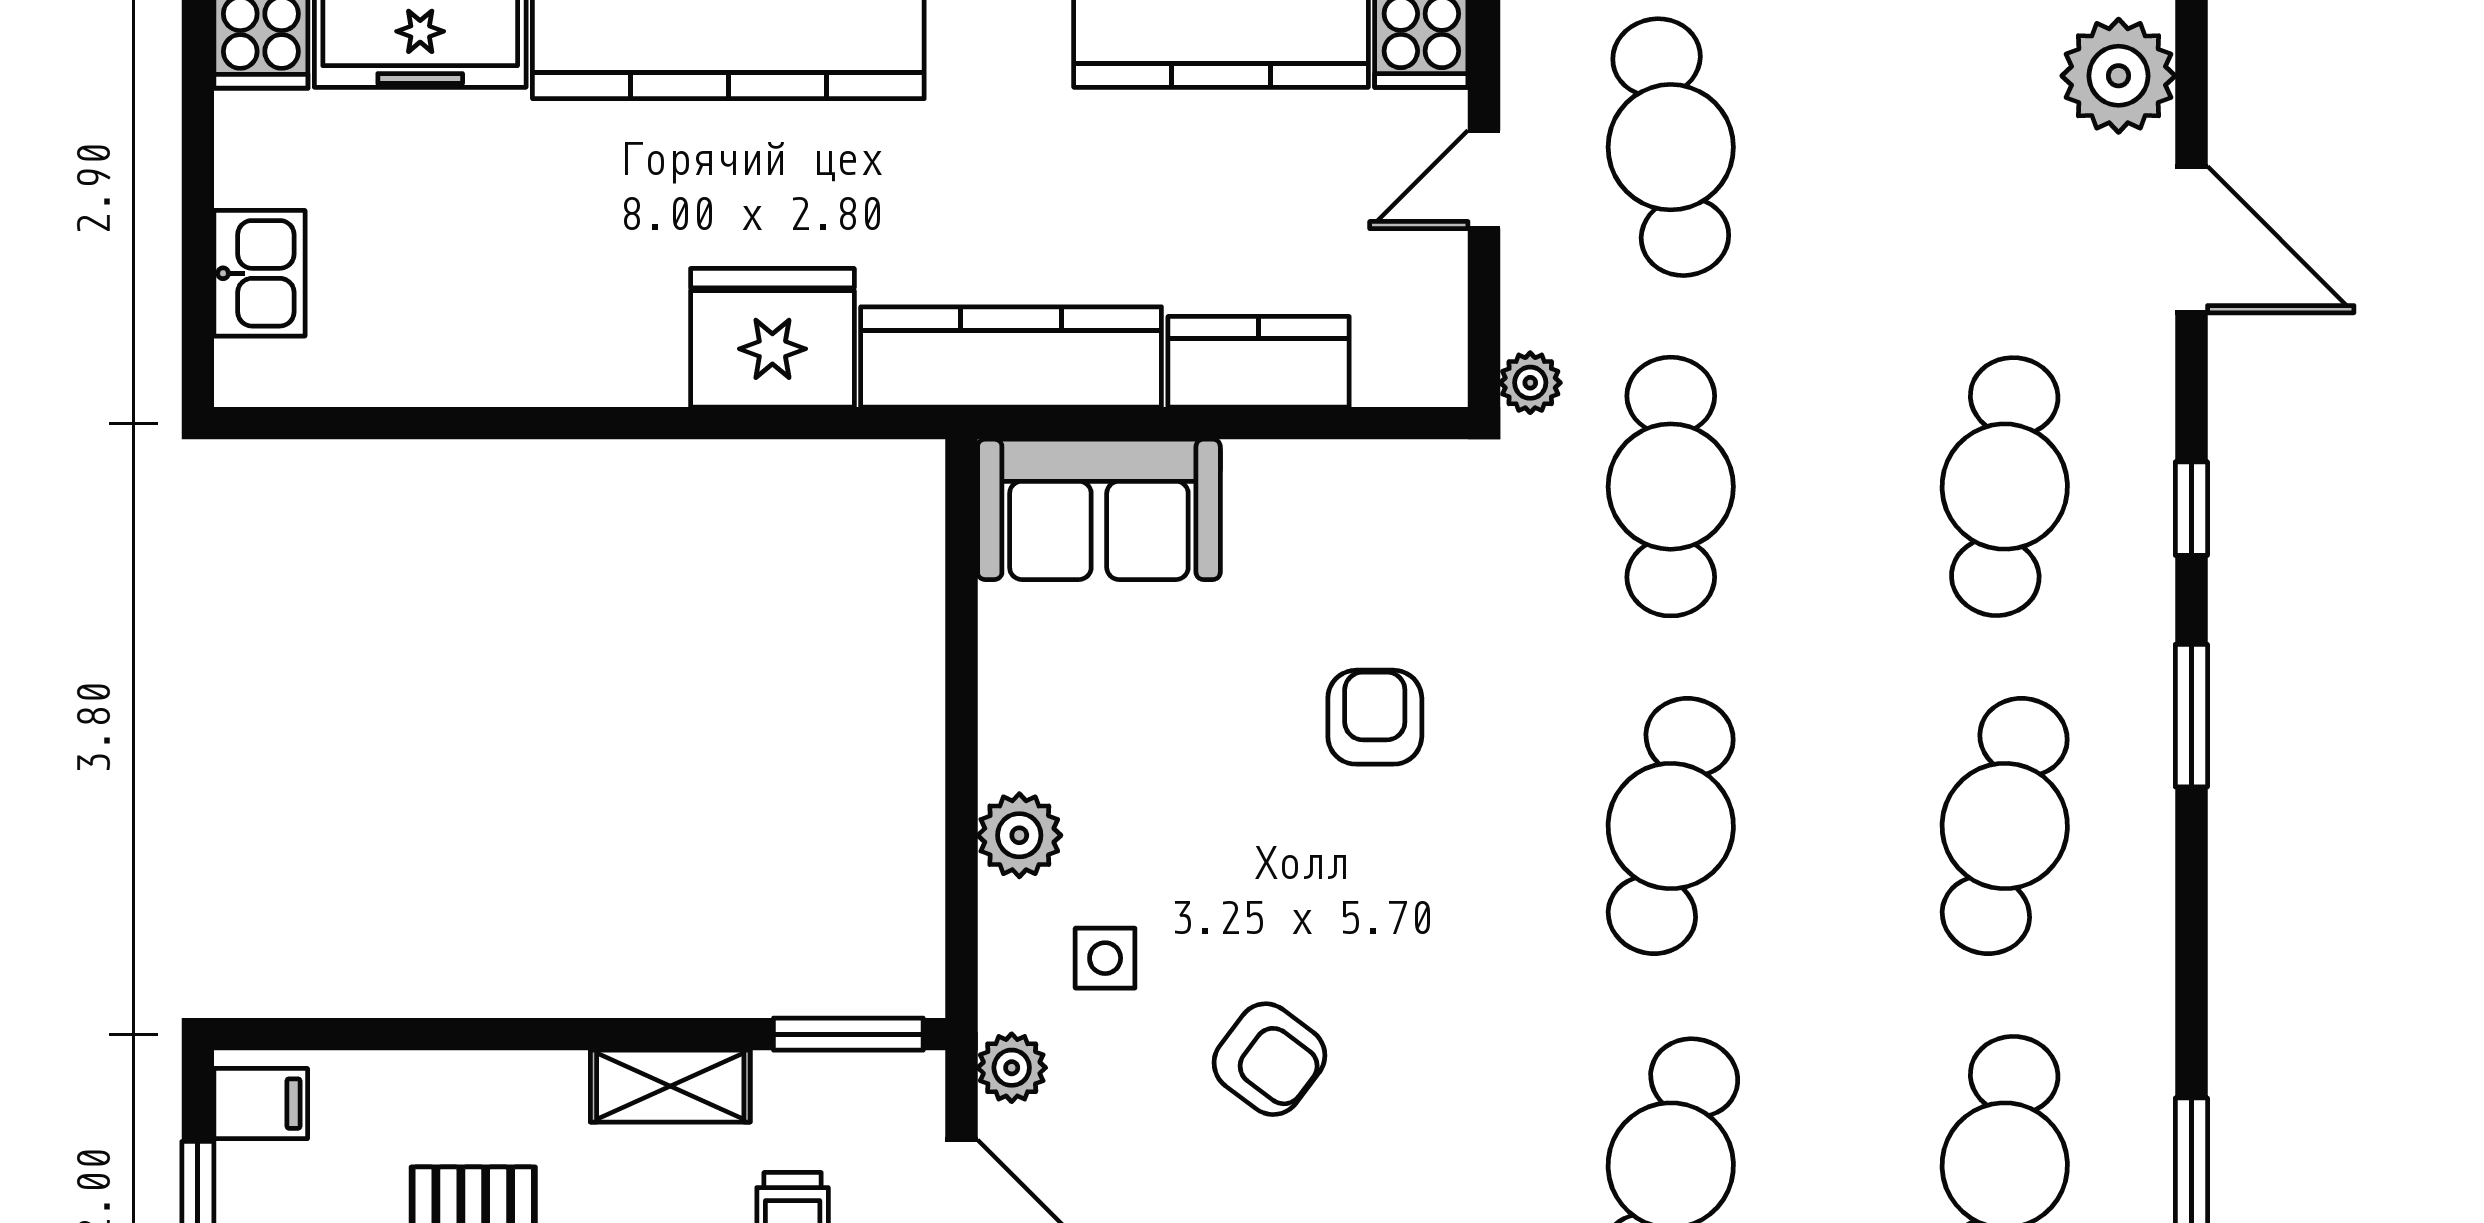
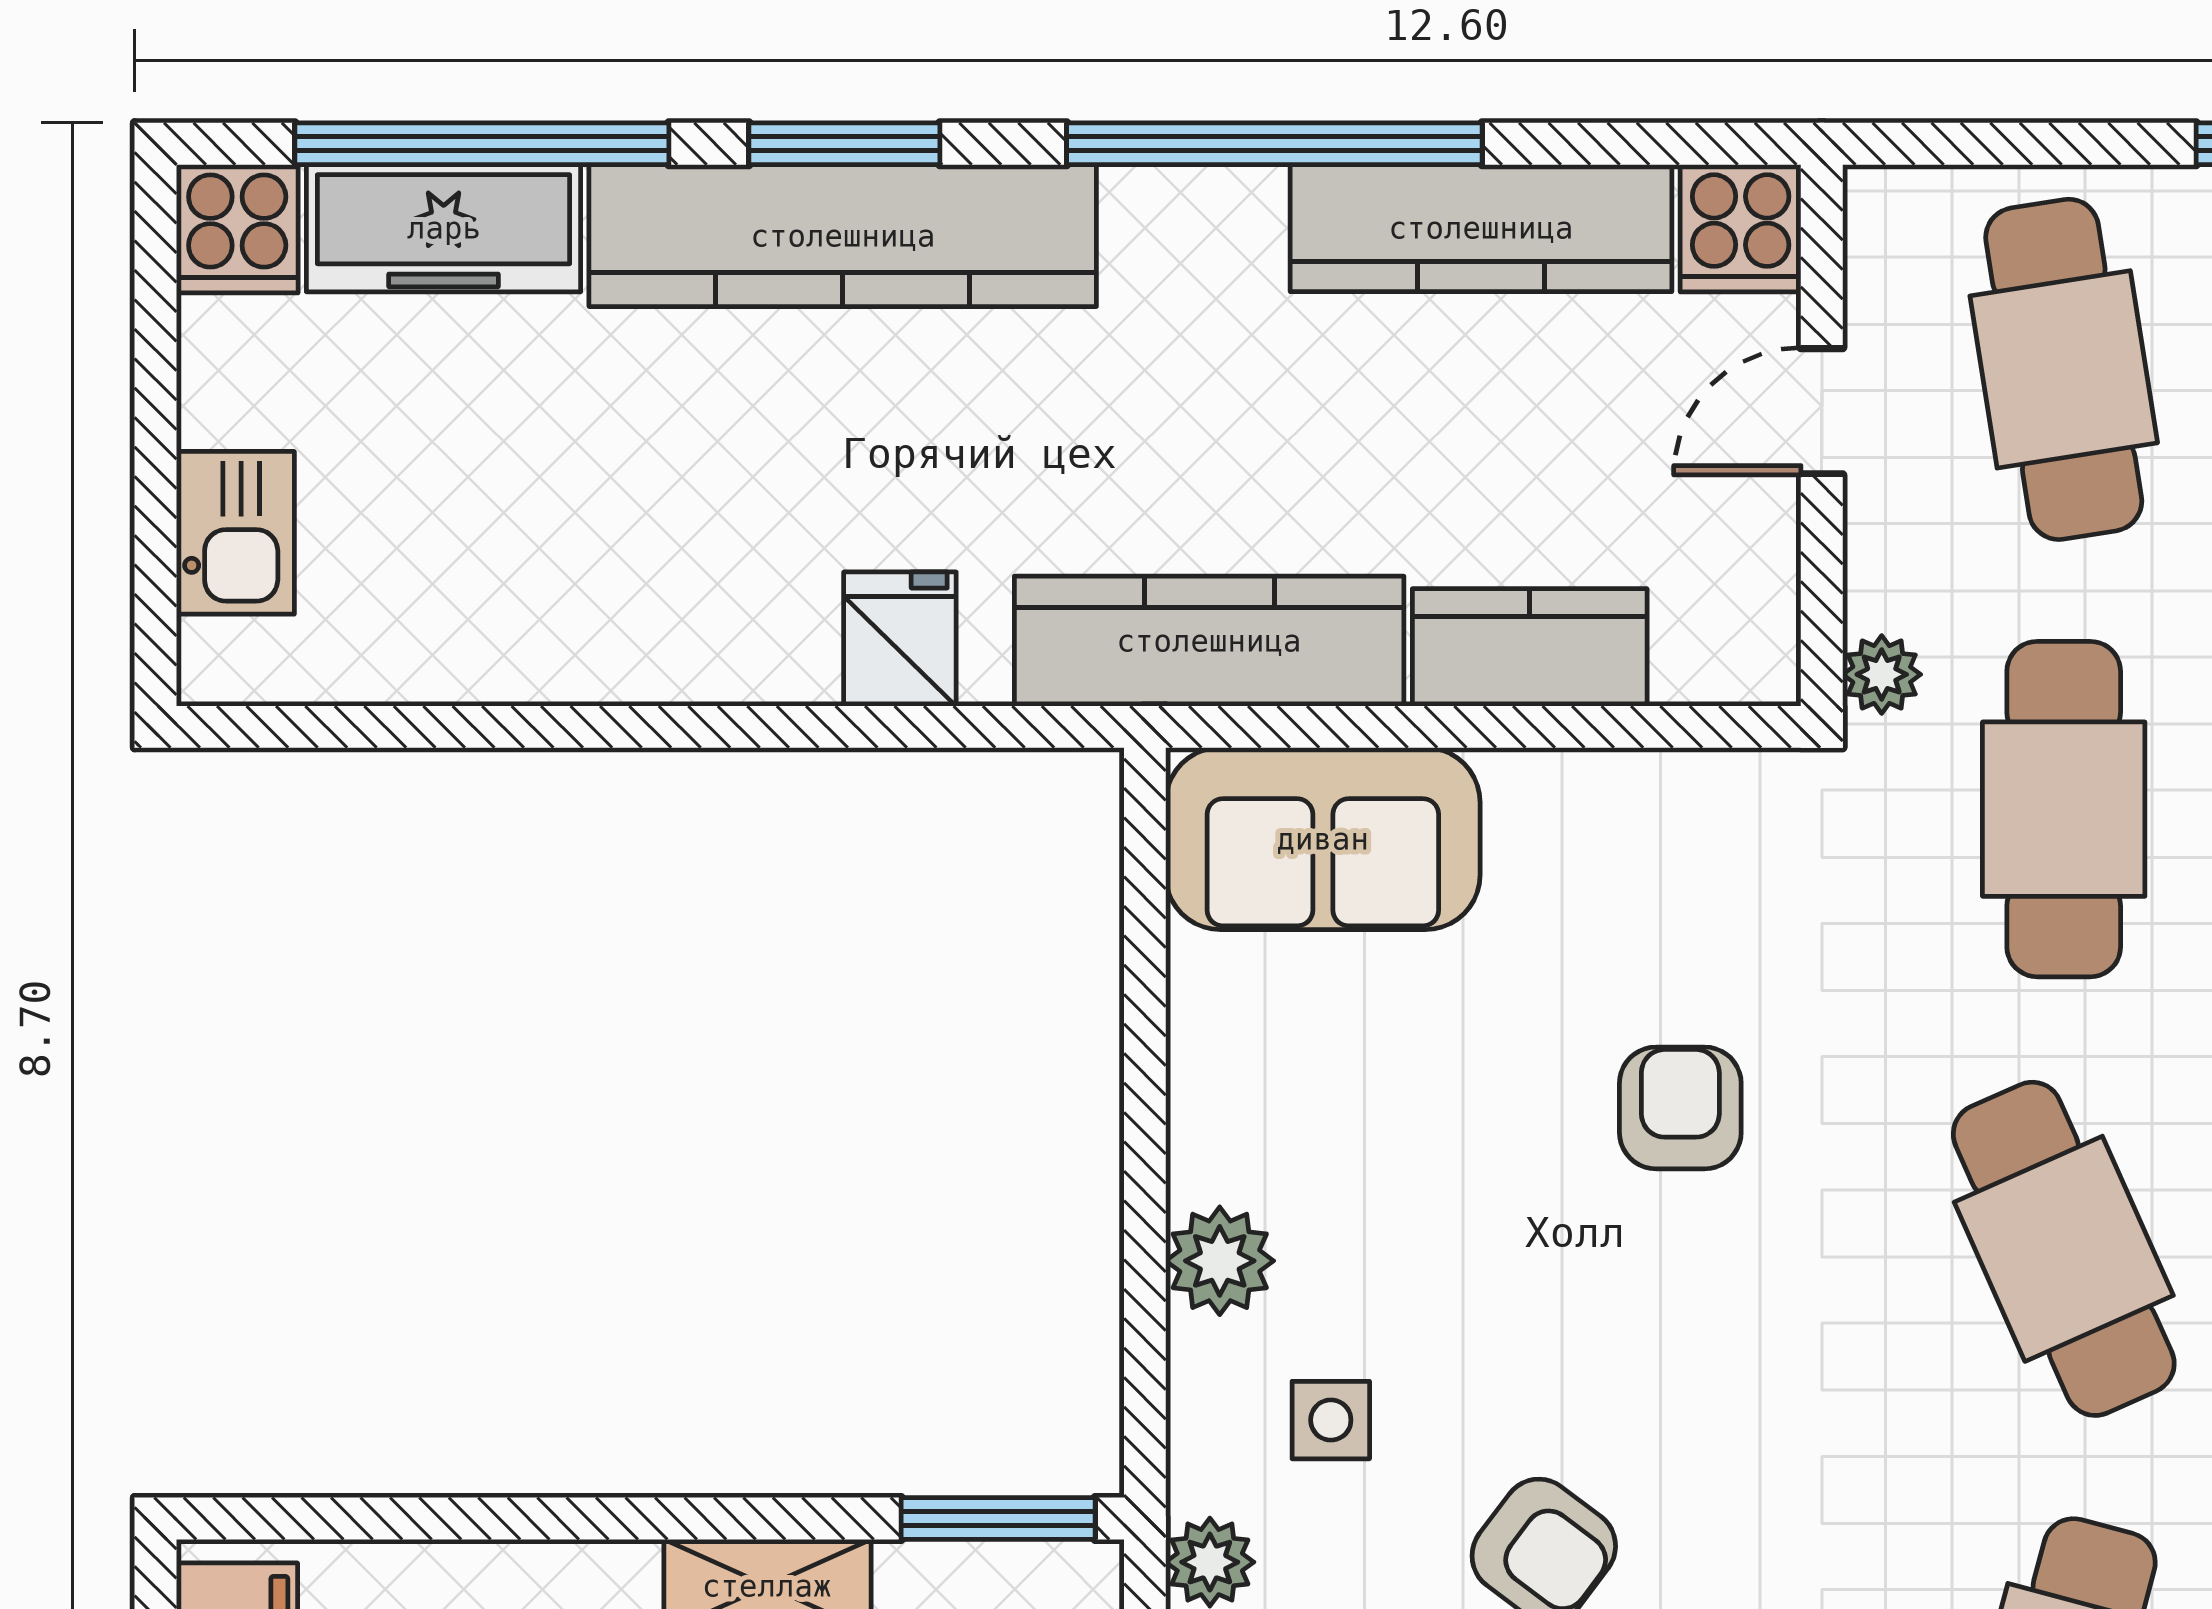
fridge: (772, 338) -> (900, 639), width x0.53, depth x0.75
cafe table: (1671, 826) -> (2064, 1249), turned -36

